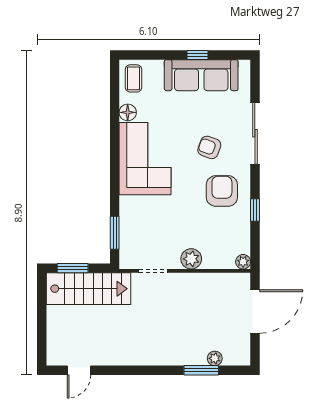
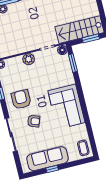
floor lamp: (128, 112) -> (62, 50), moved
armchair: (222, 191) -> (21, 99), turned 180

